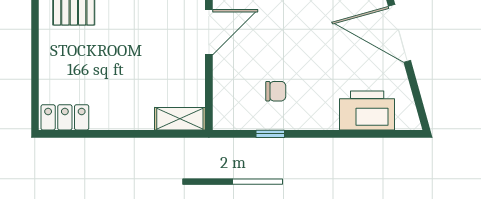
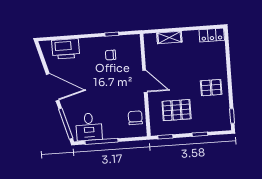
door: (209, 32) -> (145, 81), swing flipped
shelving: (180, 119) -> (169, 37), moved

